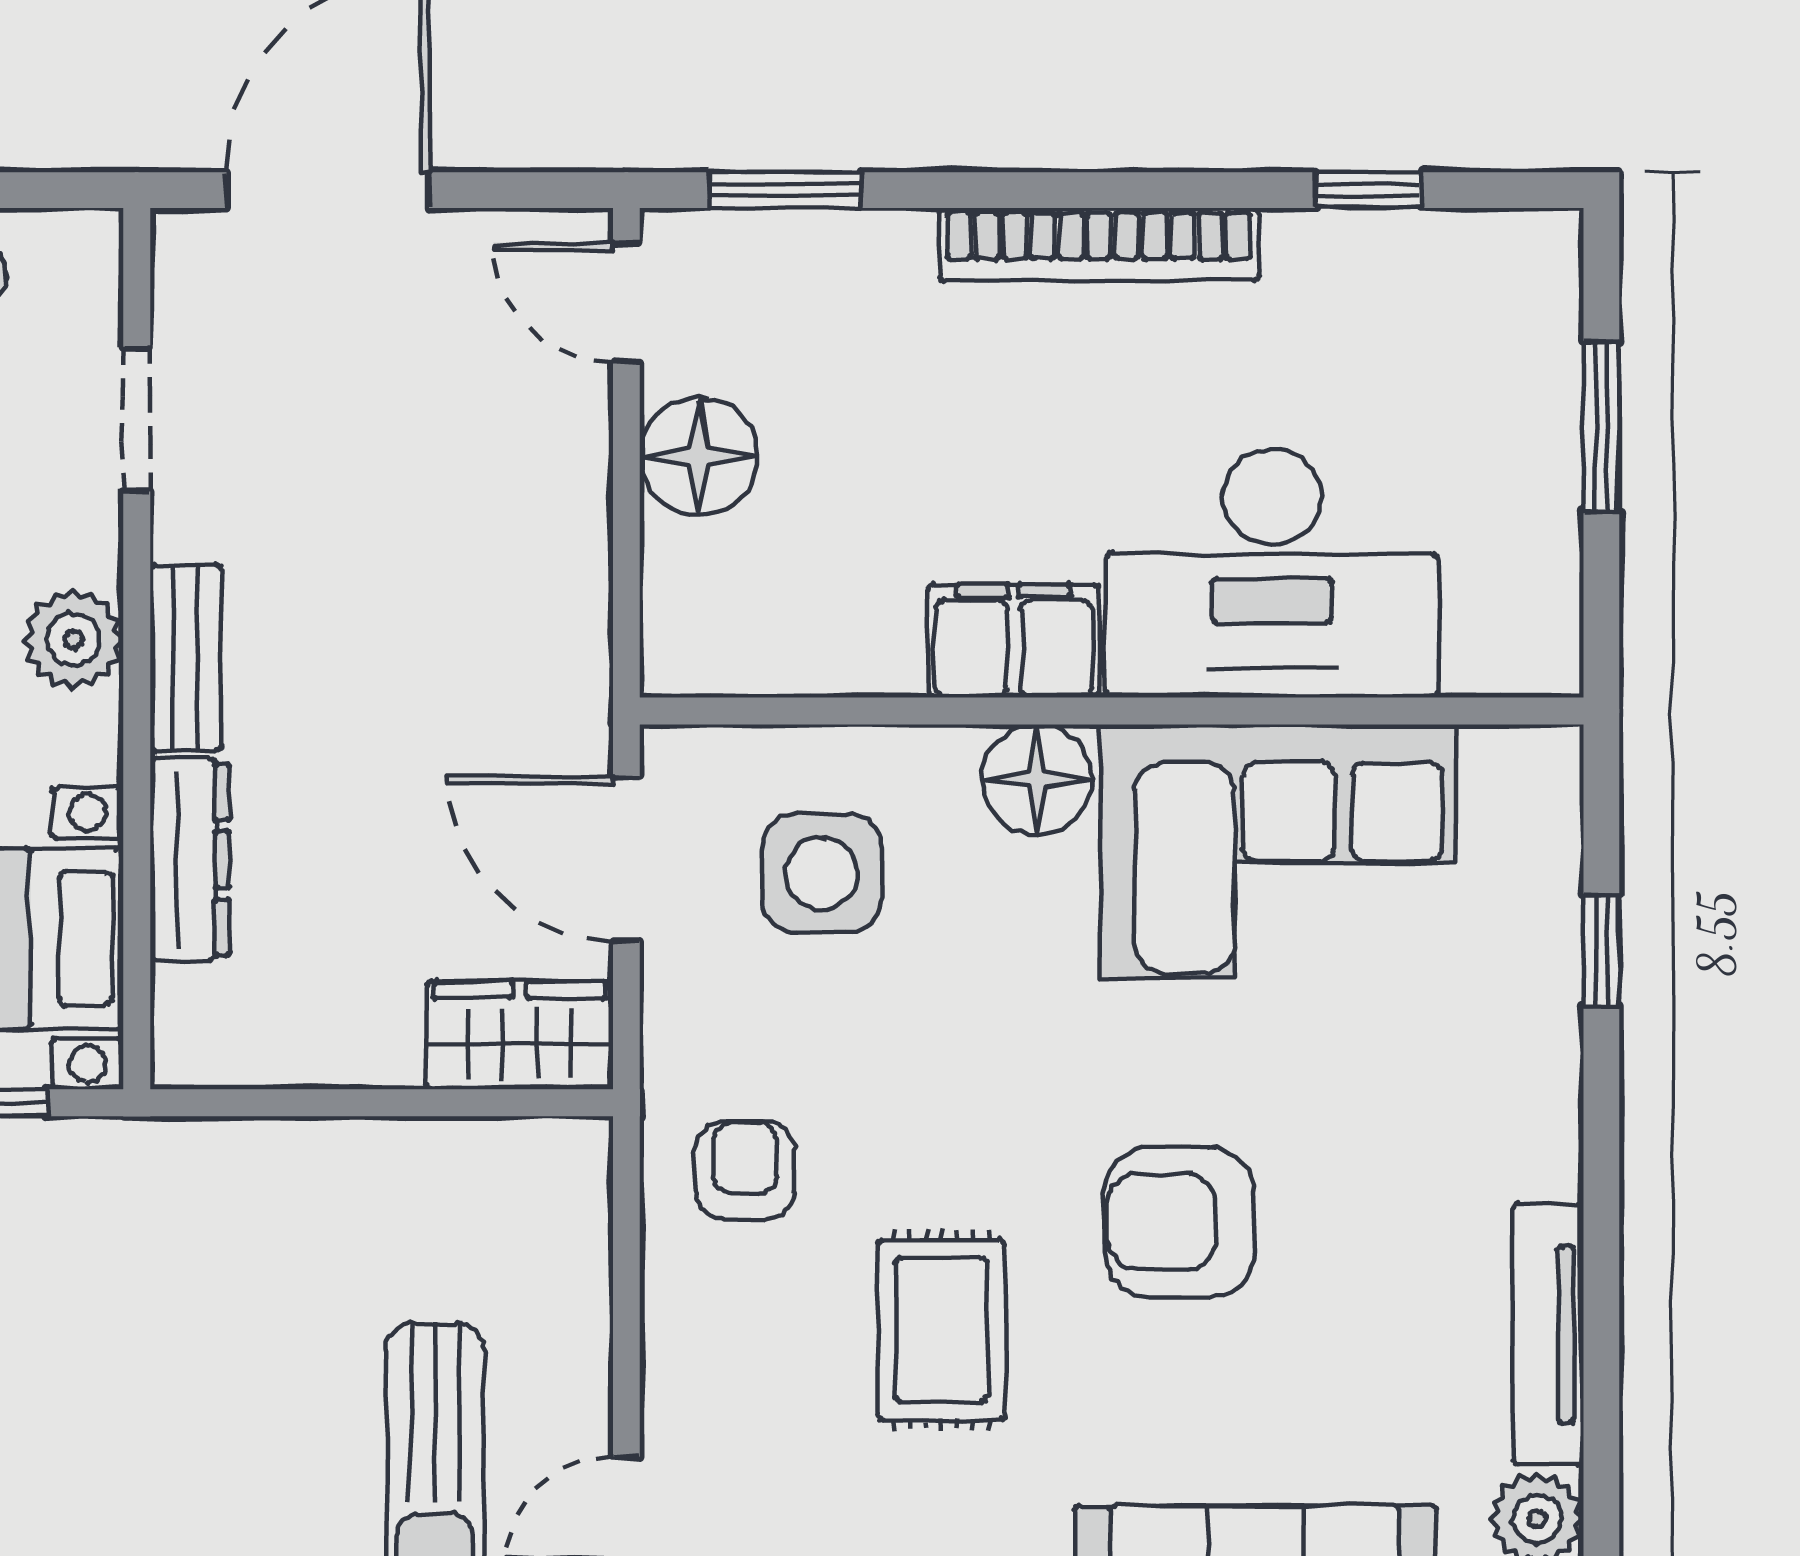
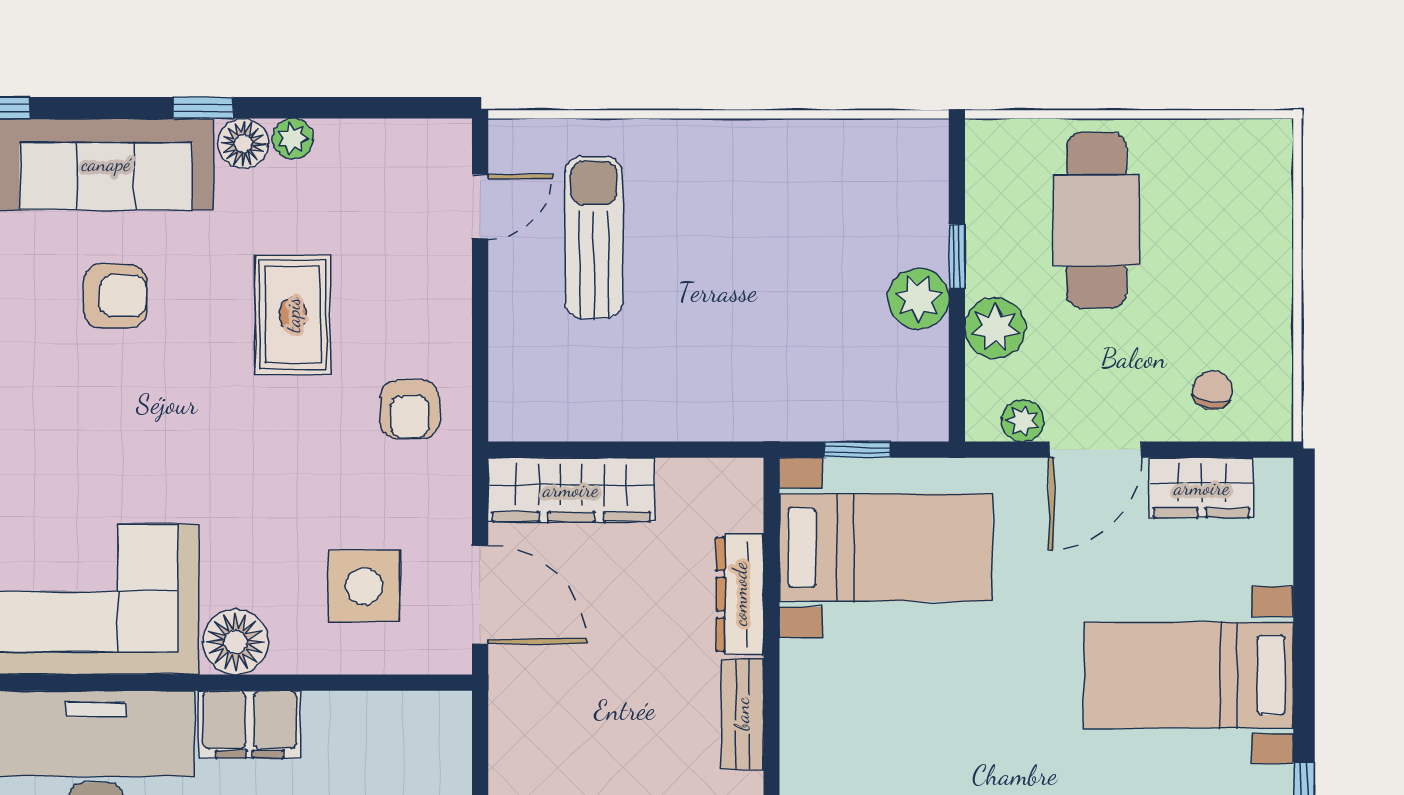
plant: (73, 640) -> (809, 725), removed
wardrobe: (520, 1035) -> (571, 490), width x1.50
armchair: (1180, 1222) -> (115, 296), moved, width x0.72, depth x0.72

